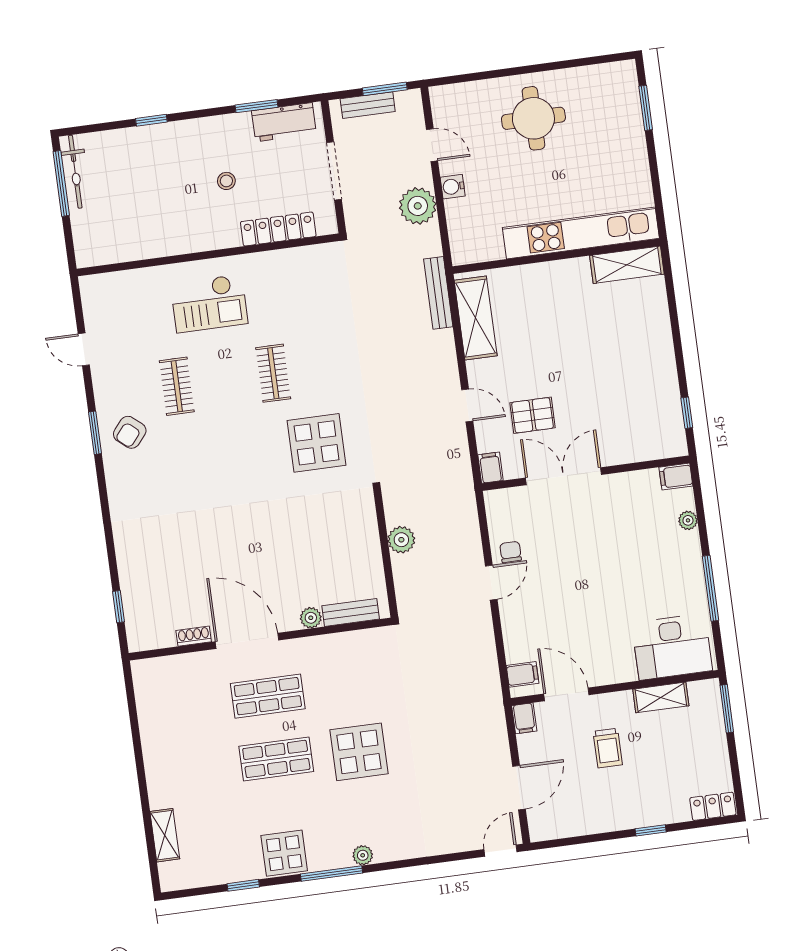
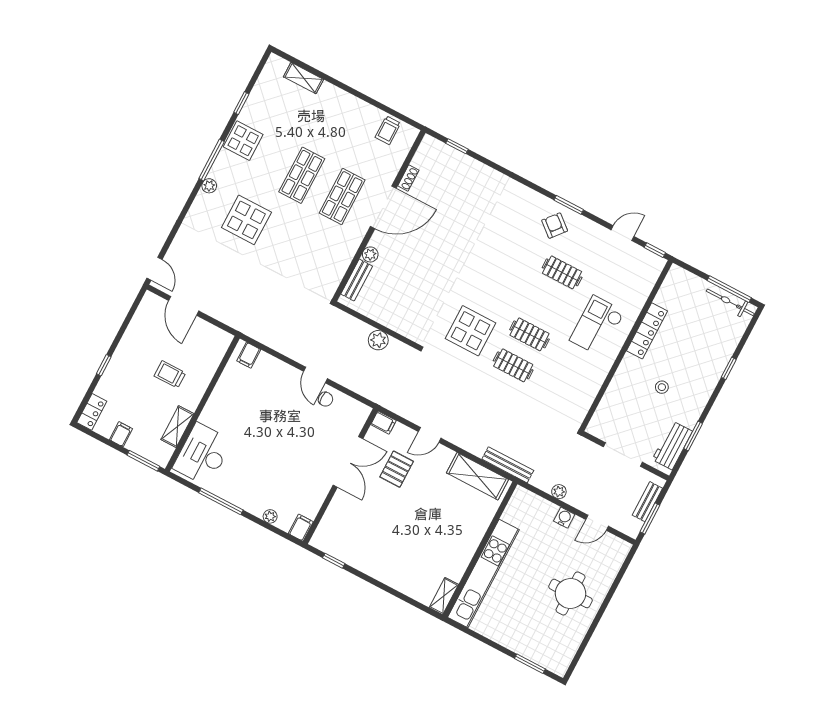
plant: (418, 206) -> (559, 492), width x0.53, depth x0.53
locker: (278, 229) -> (647, 331), moved
shelving: (627, 265) -> (444, 596), width x0.67, depth x0.75
window: (77, 299) -> (655, 250), added
clothes rail: (321, 367) -> (513, 365), added
door: (566, 694) -> (219, 372), removed
trolley: (156, 698) -> (388, 130), added
filing cabinet: (524, 718) -> (121, 434), moved, turned 90
display table: (359, 752) -> (246, 220), moved

